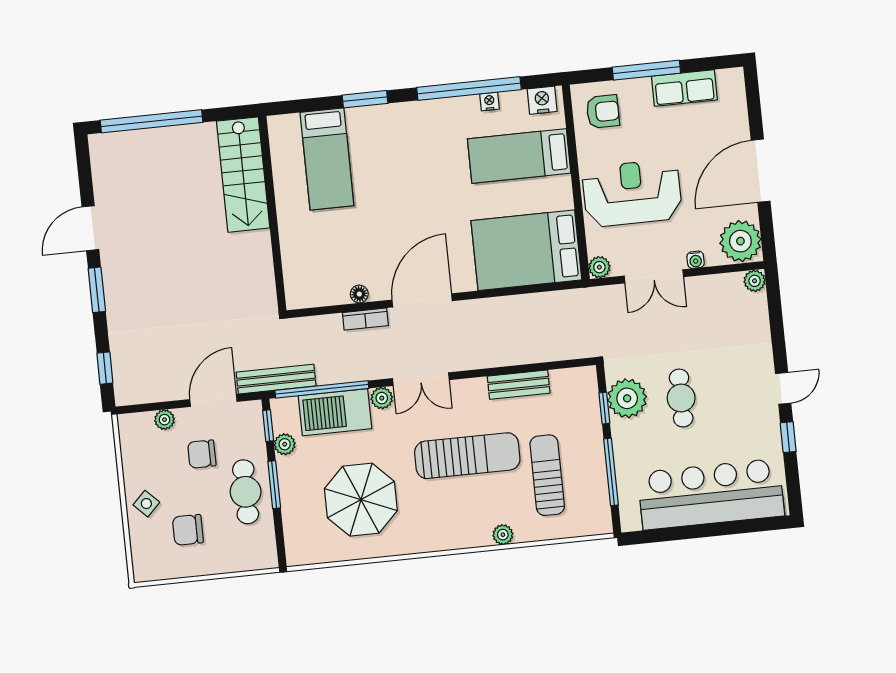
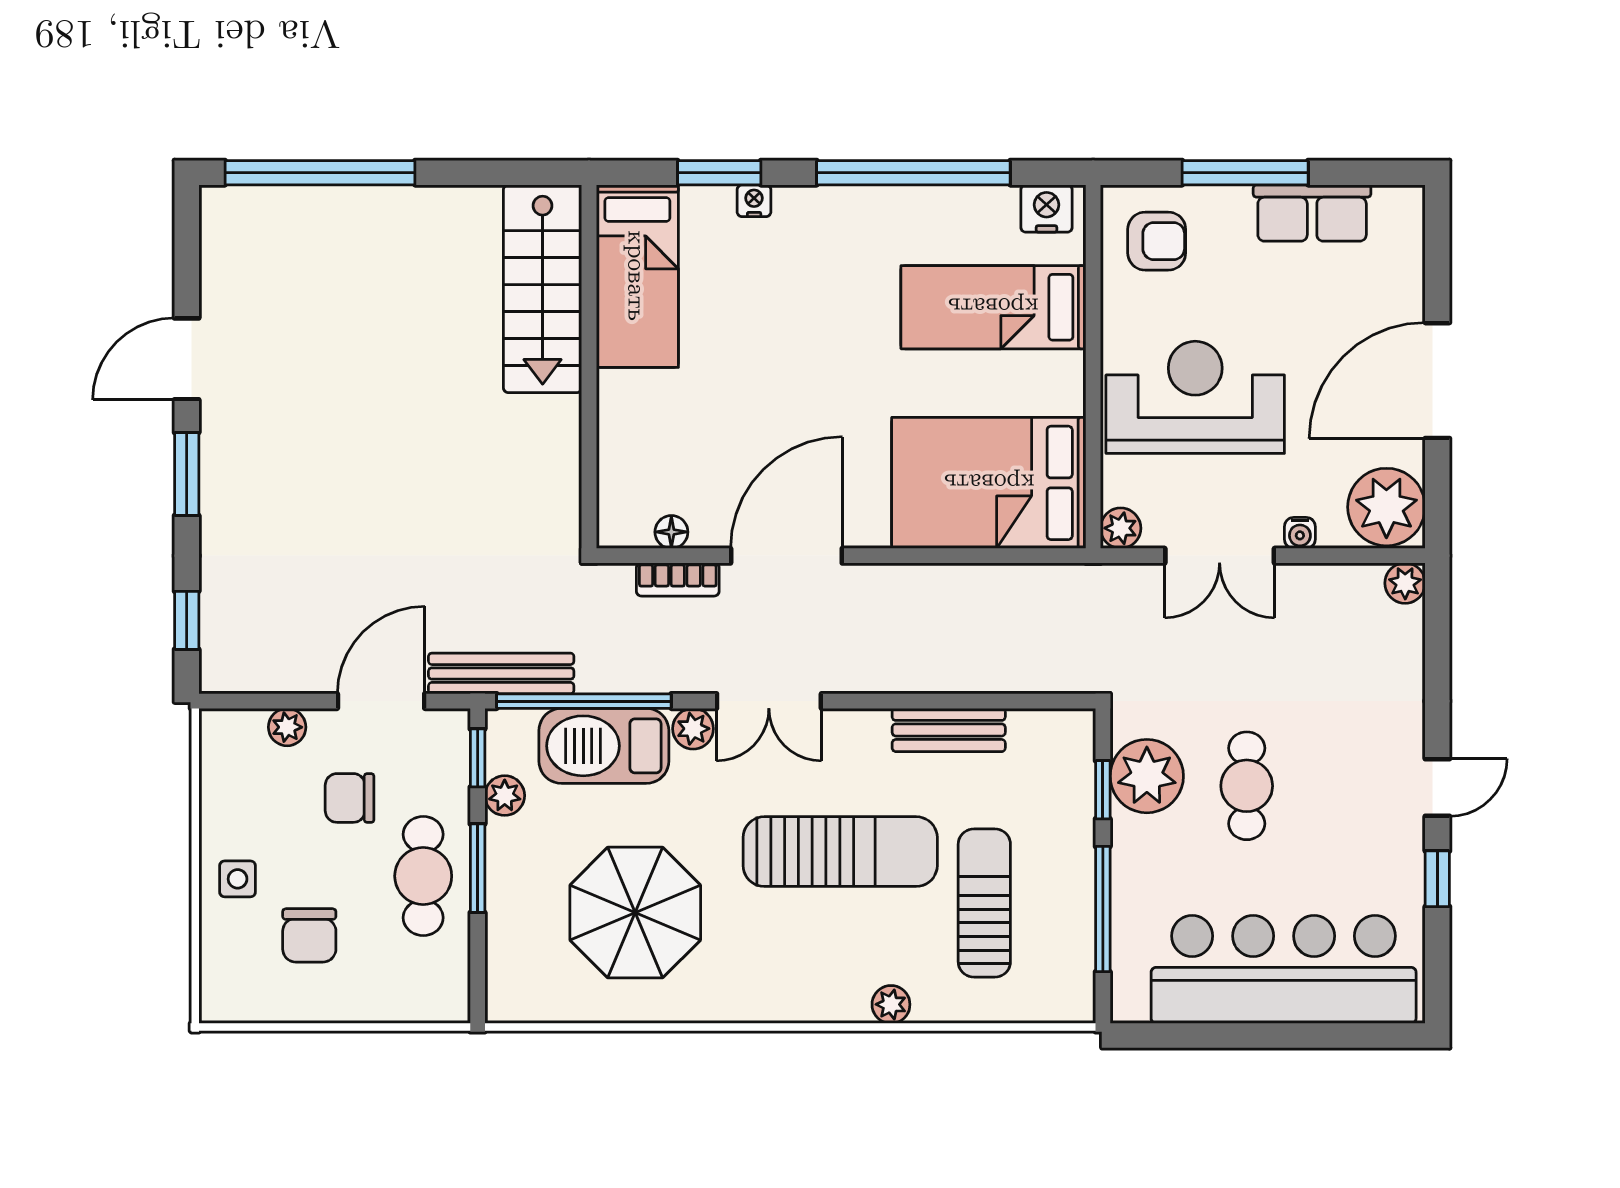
nightstand: (489, 101) -> (754, 201), moved
stairs: (243, 175) -> (543, 289), moved
wall: (272, 214) -> (589, 367), moved
side table: (146, 504) -> (238, 879), turned 45
chair: (188, 530) -> (309, 935), turned -90

